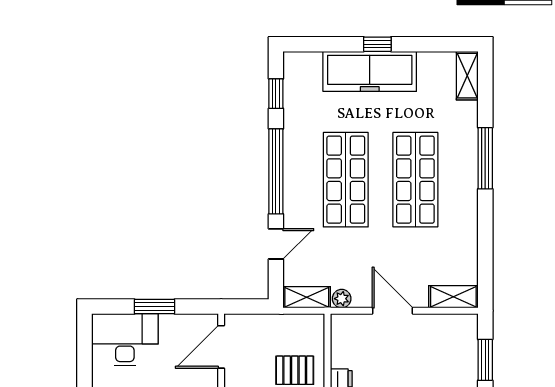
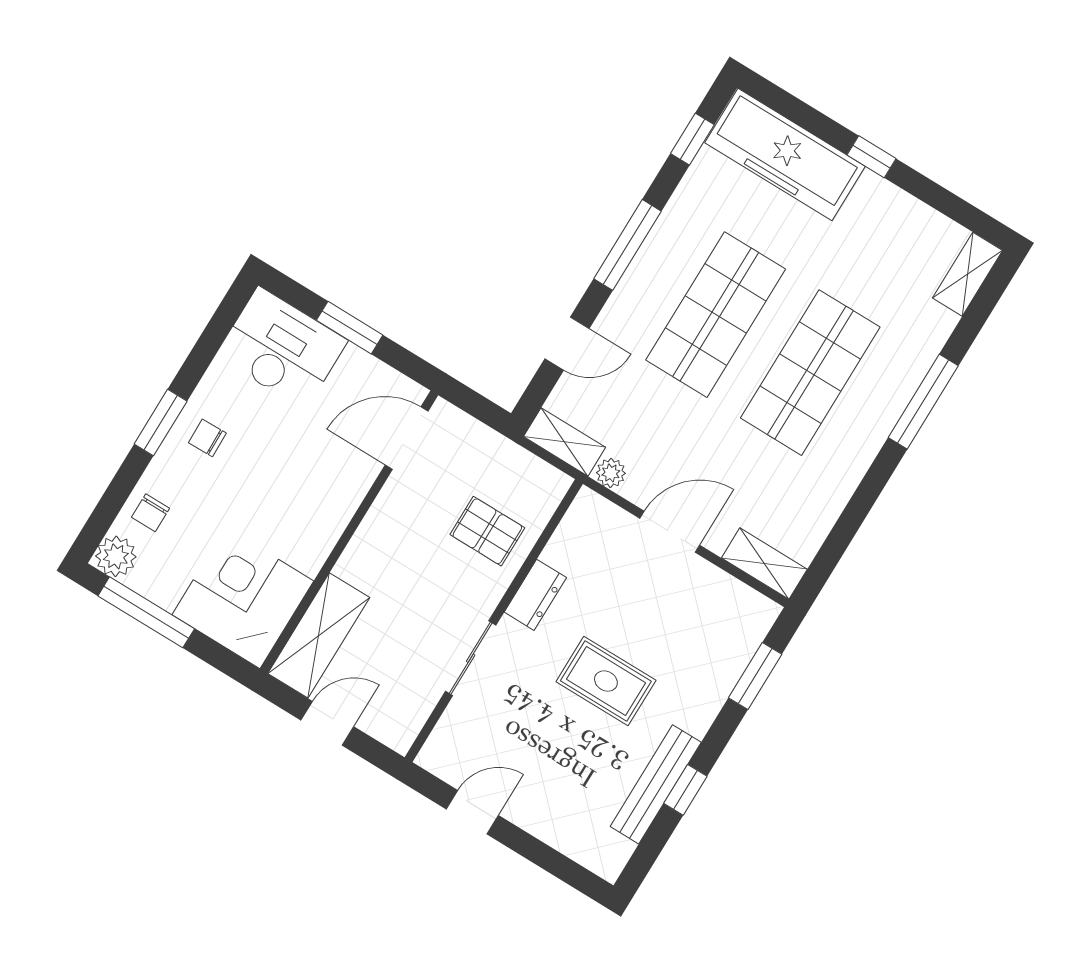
freezer: (370, 71) -> (785, 154), moved
window: (276, 171) -> (628, 245), width x0.68
door: (392, 311) -> (670, 532), hinge flipped

